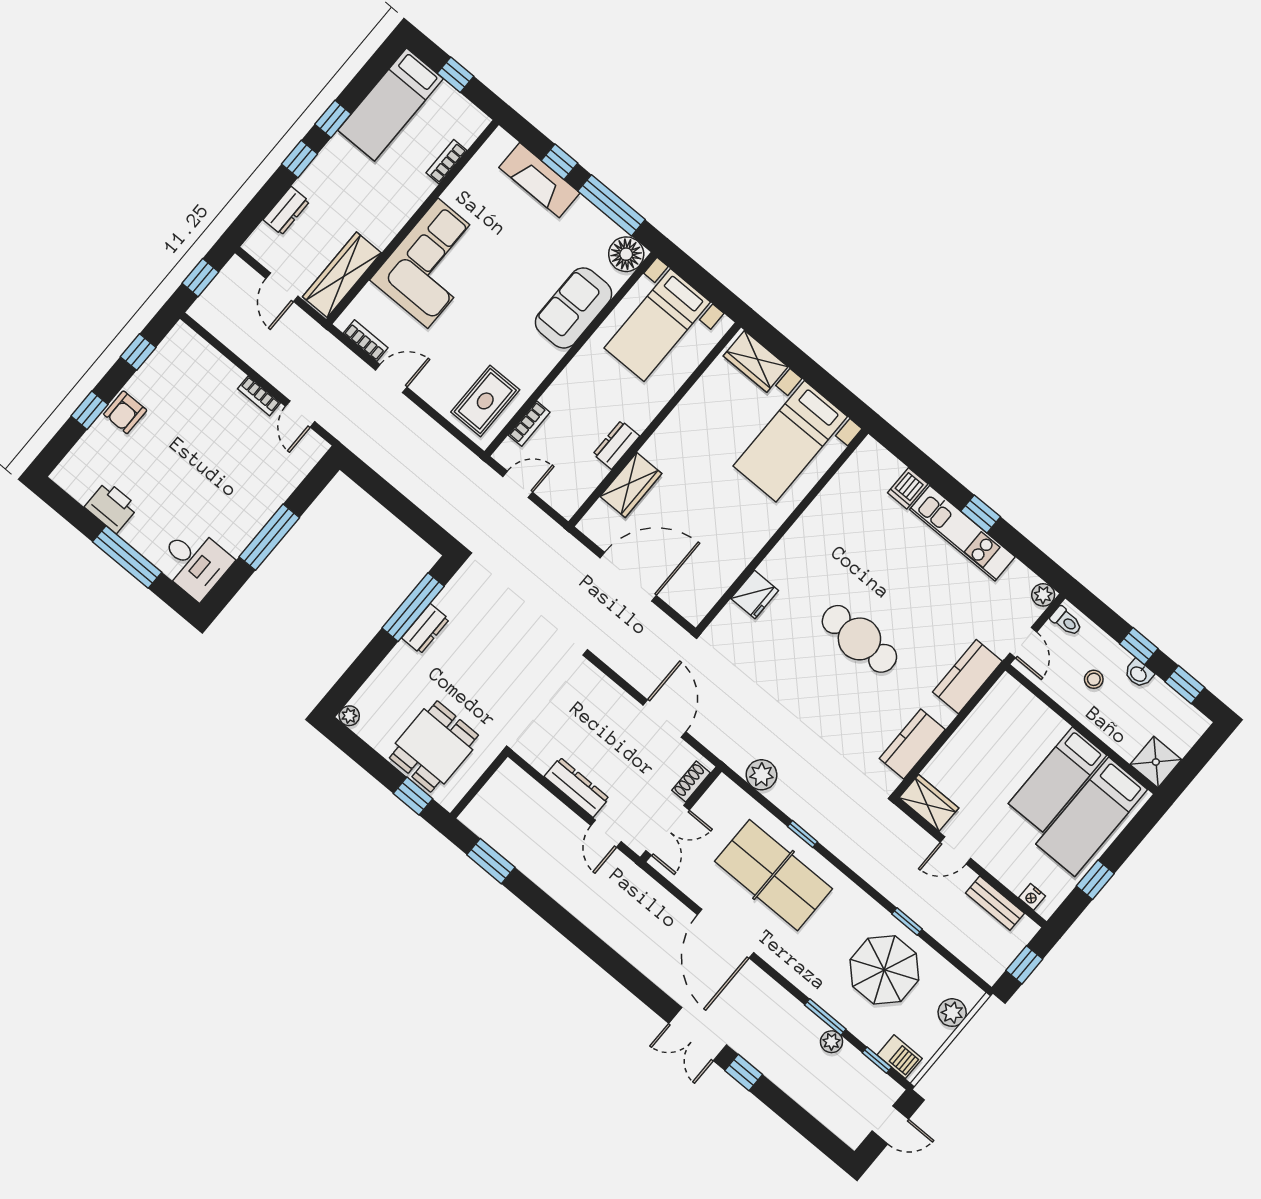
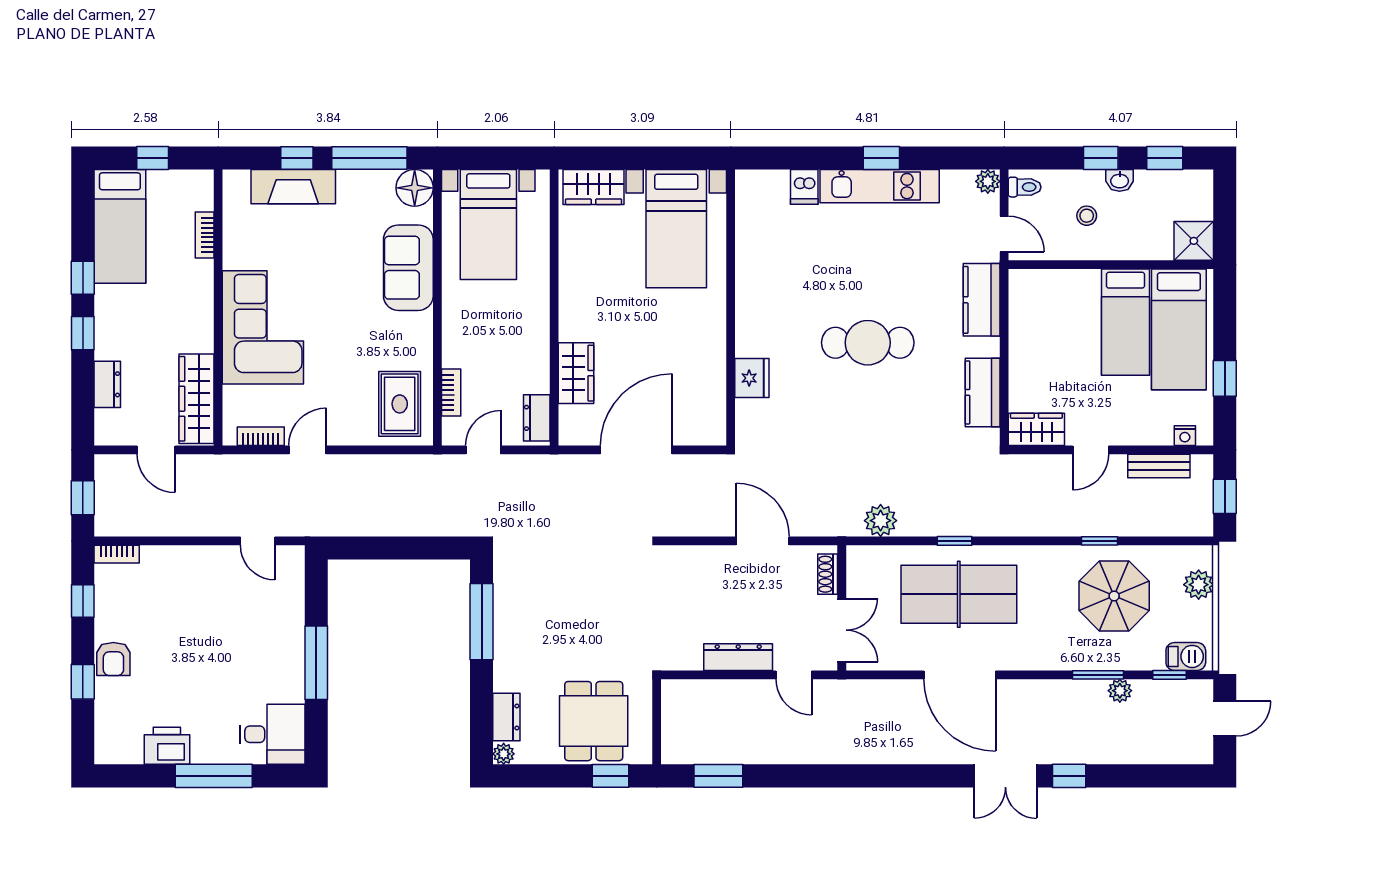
bookcase: (259, 396) -> (117, 554), moved
dresser: (616, 445) -> (537, 418), moved
dresser: (425, 629) -> (506, 717), moved

